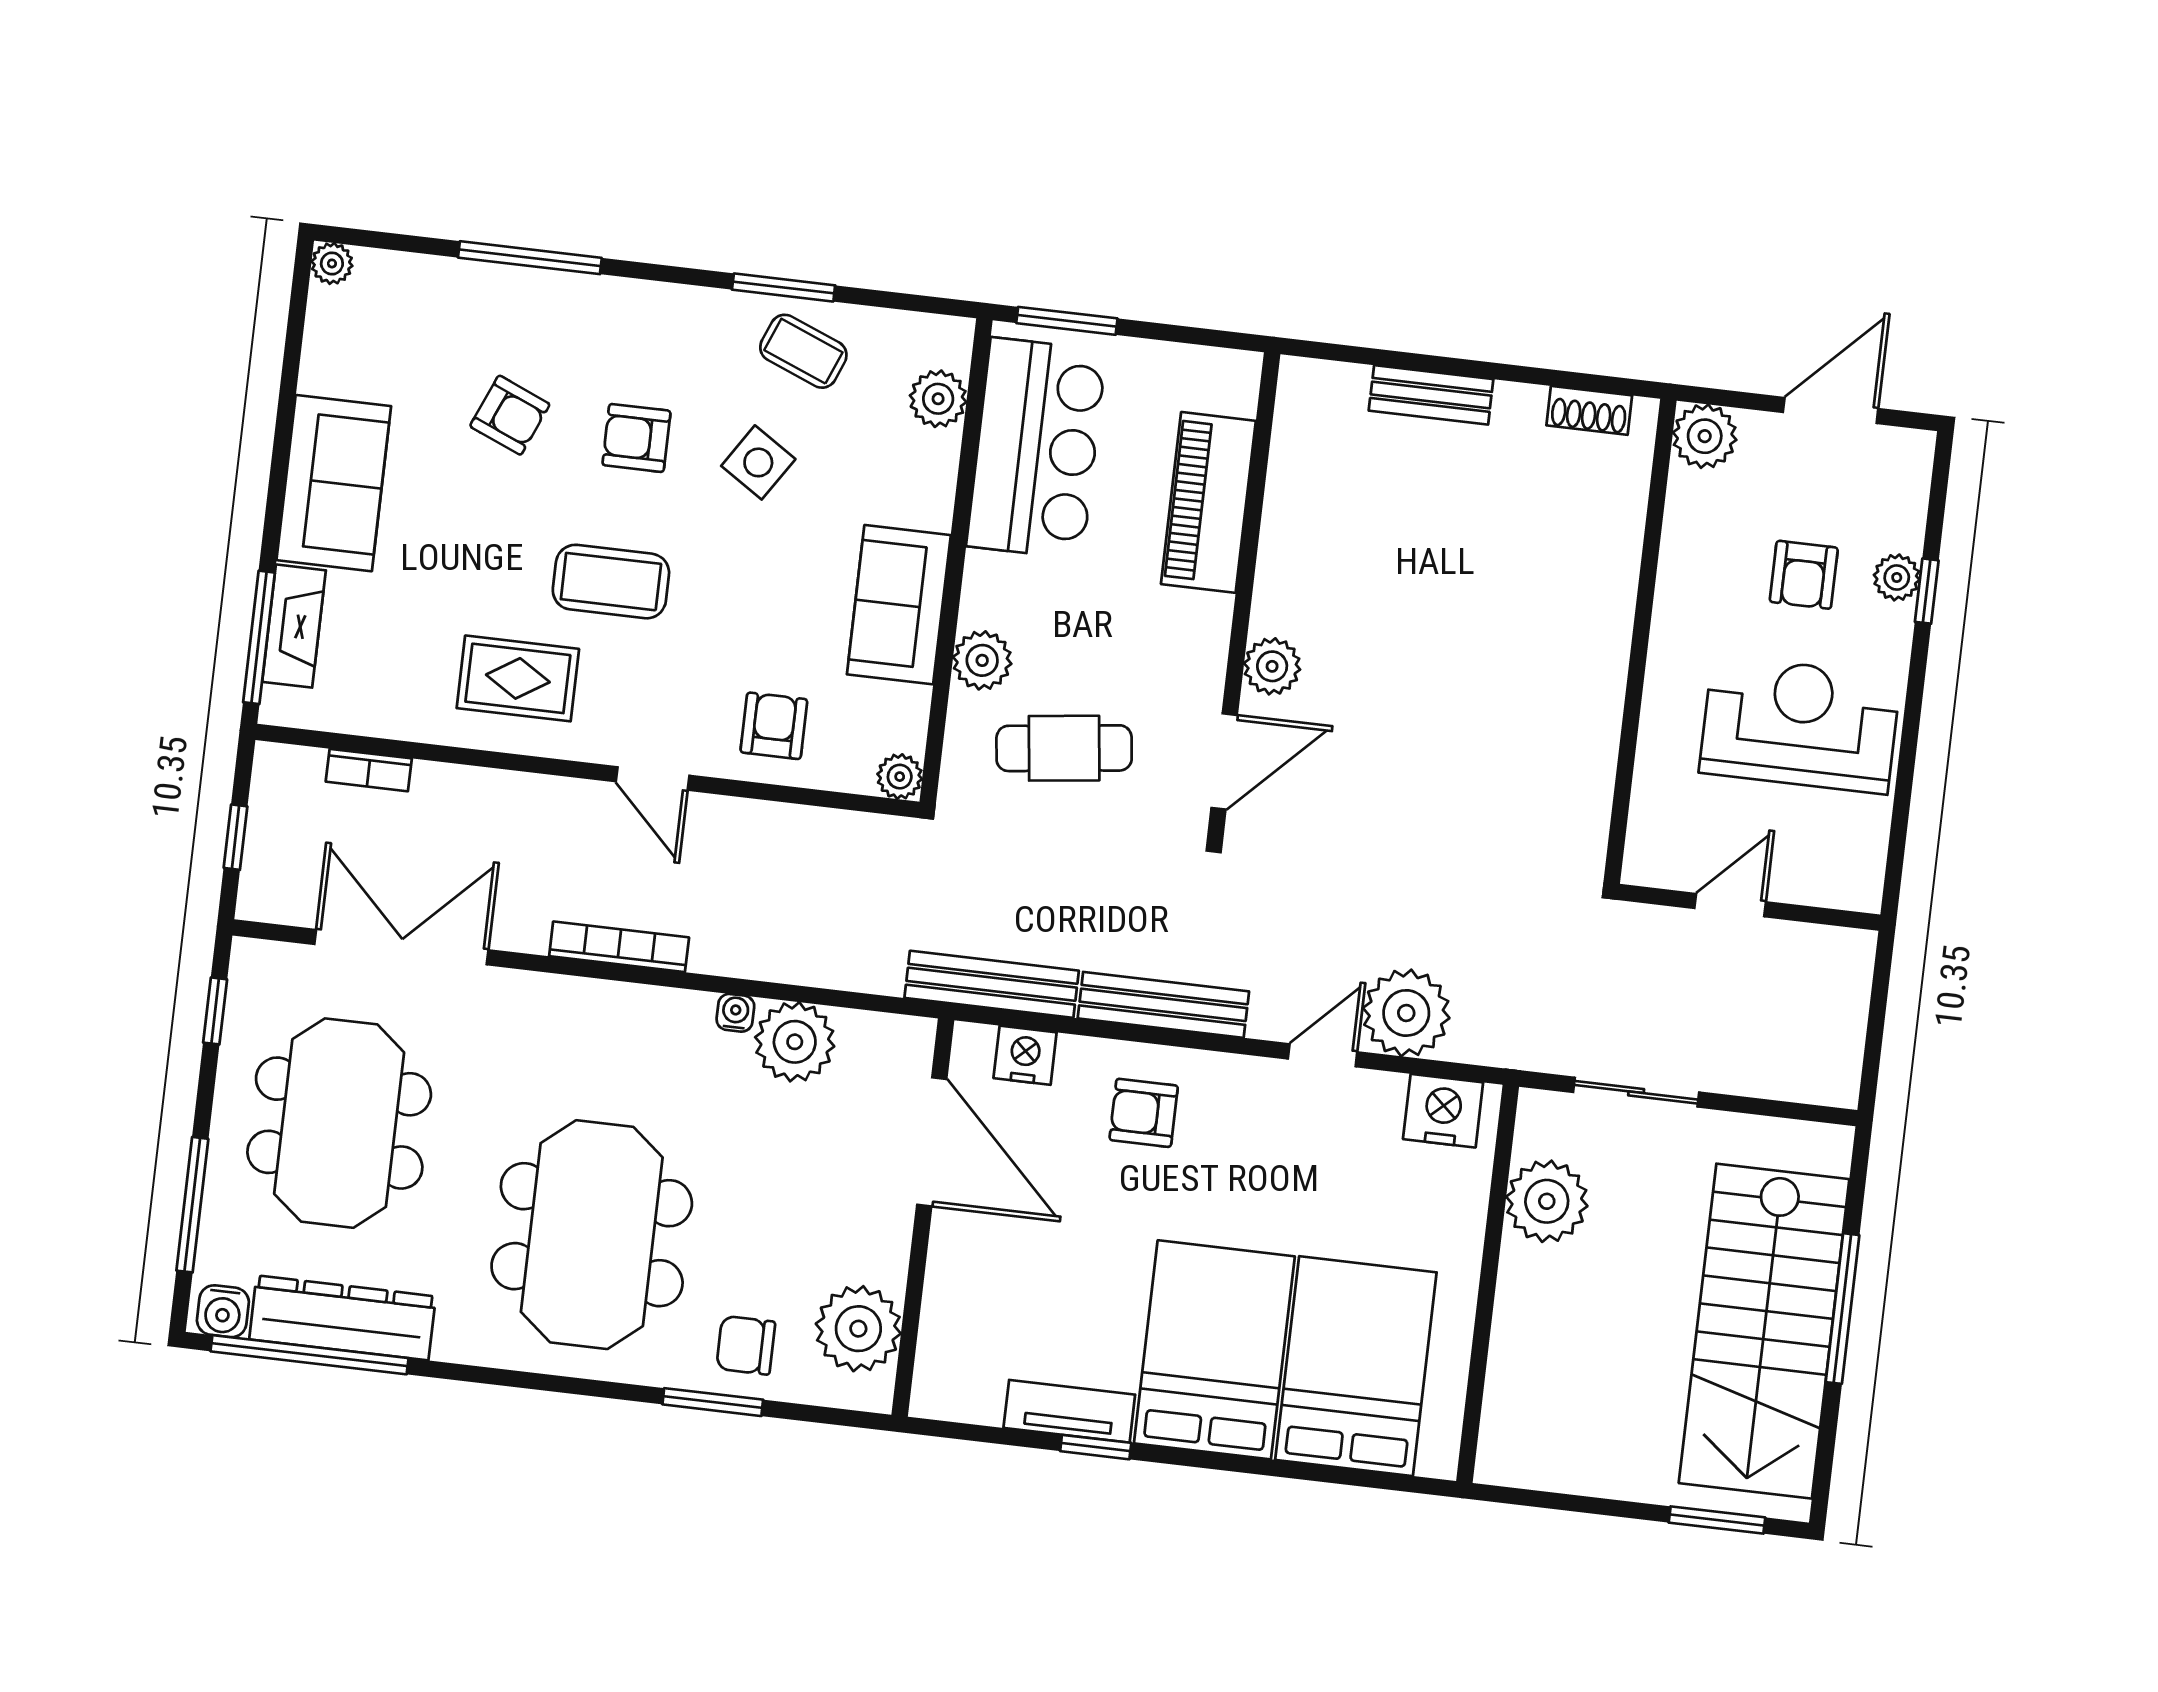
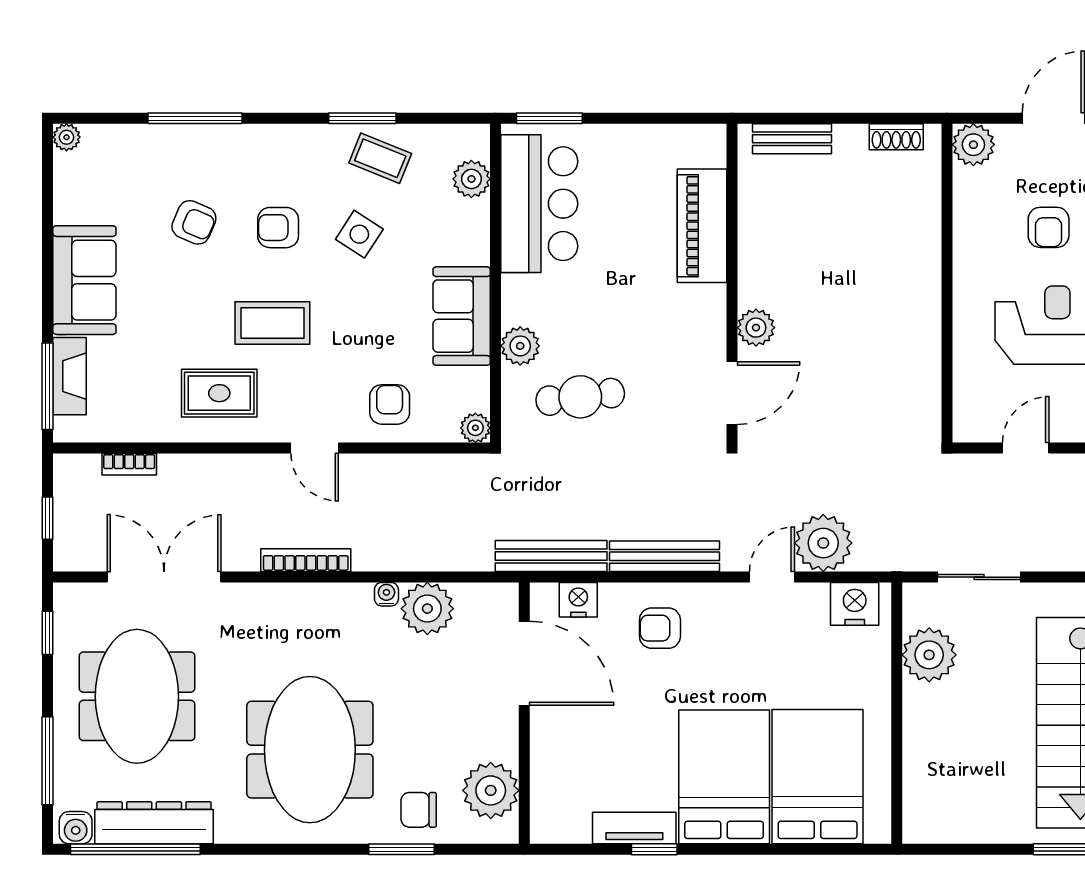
piano: (1208, 502) -> (702, 226), moved
wall: (1244, 595) -> (732, 283), moved
plant: (1272, 666) -> (756, 328), moved
door: (1224, 761) -> (732, 393), moved

